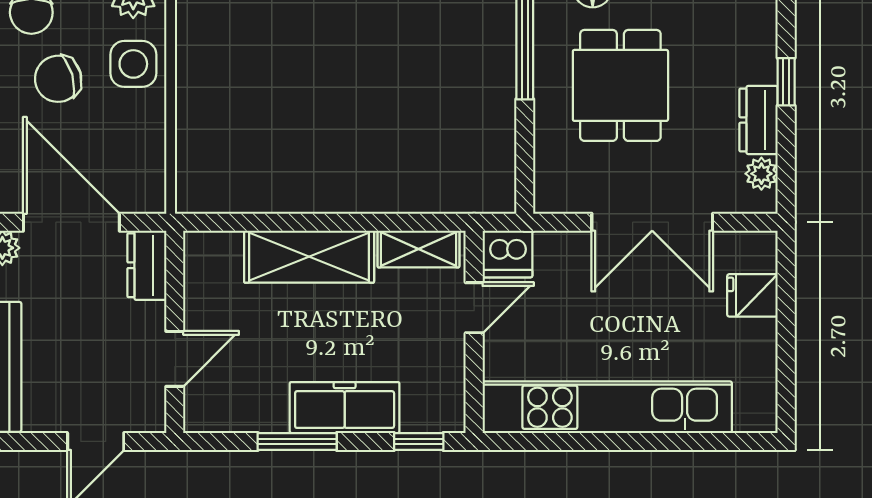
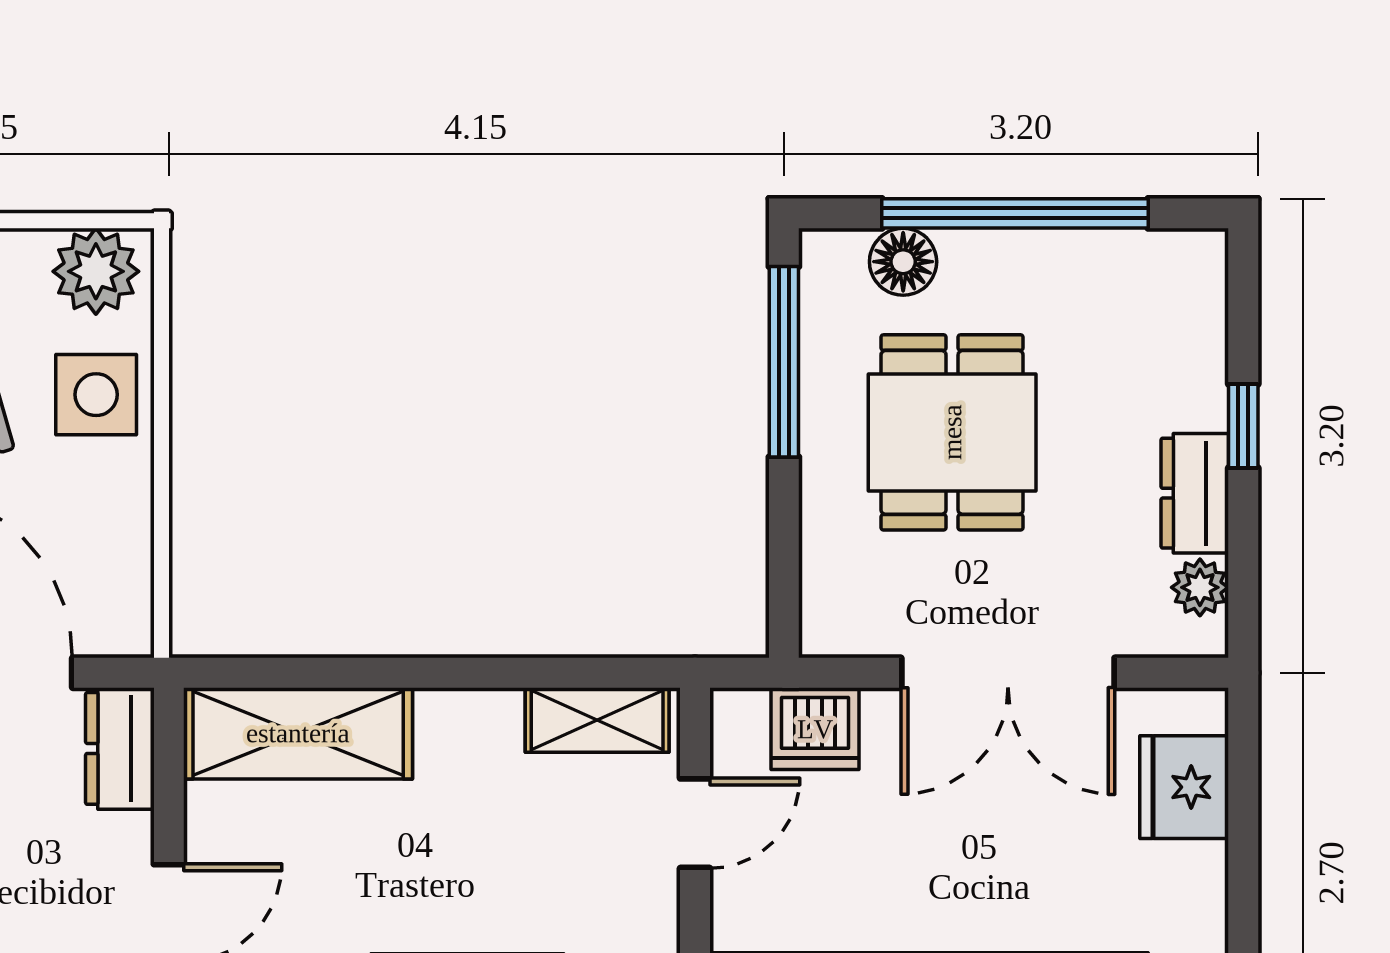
dishwasher: (508, 254) -> (815, 729), moved
shelving: (309, 257) -> (298, 733), moved
fridge: (752, 295) -> (1184, 787), width x1.38

